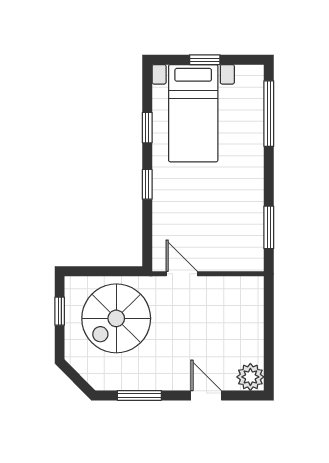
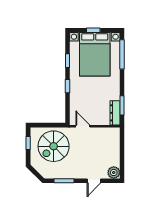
bed with nightstands: (193, 113) -> (95, 54), width x1.36
dresser: (253, 244) -> (115, 113), added
door: (206, 395) -> (94, 181), swing flipped

